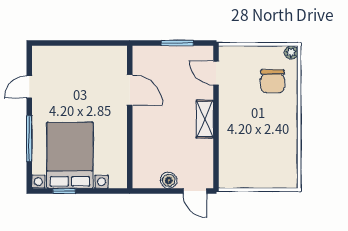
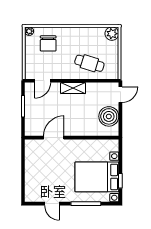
chair: (273, 81) -> (48, 43), turned 90
cafe table: (242, 144) -> (89, 63), added
plant: (287, 178) -> (112, 34), added
boiler: (169, 180) -> (109, 116), width x1.86, depth x1.86

